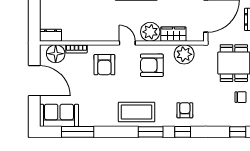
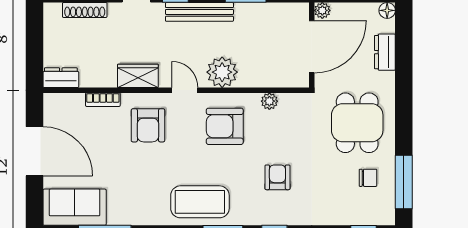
wardrobe: (173, 34) -> (138, 76), moved
floor lamp: (56, 54) -> (69, 108), removed
plant: (184, 54) -> (269, 101), width x0.53, depth x0.53
armchair: (185, 110) -> (277, 177), moved

